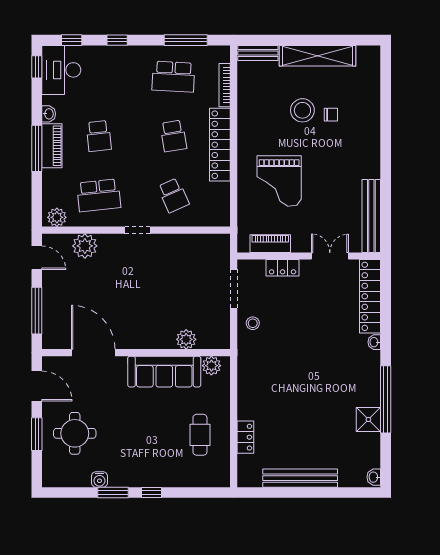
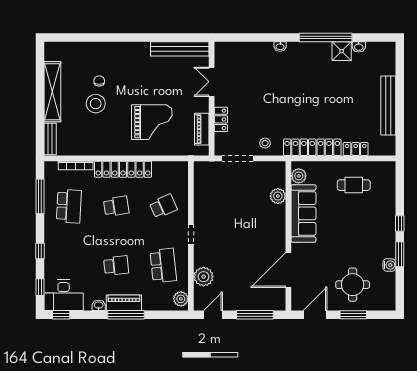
locker: (370, 296) -> (312, 147), moved, turned 180
washbasin: (374, 477) -> (359, 47), moved

